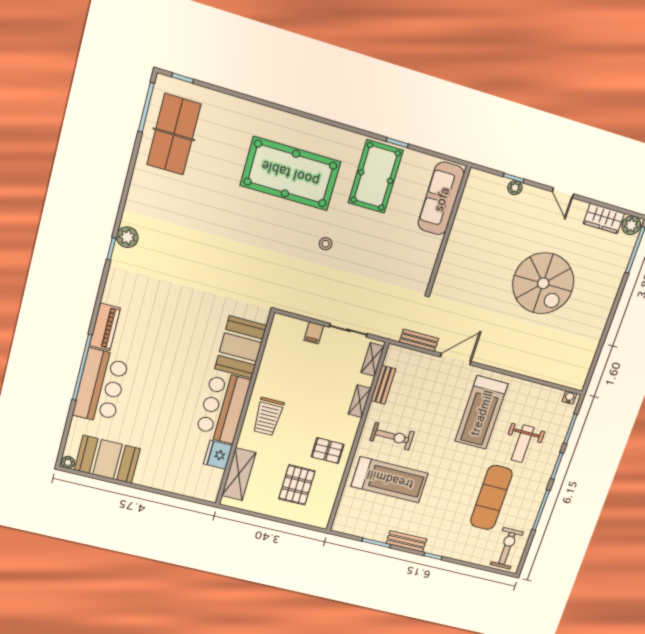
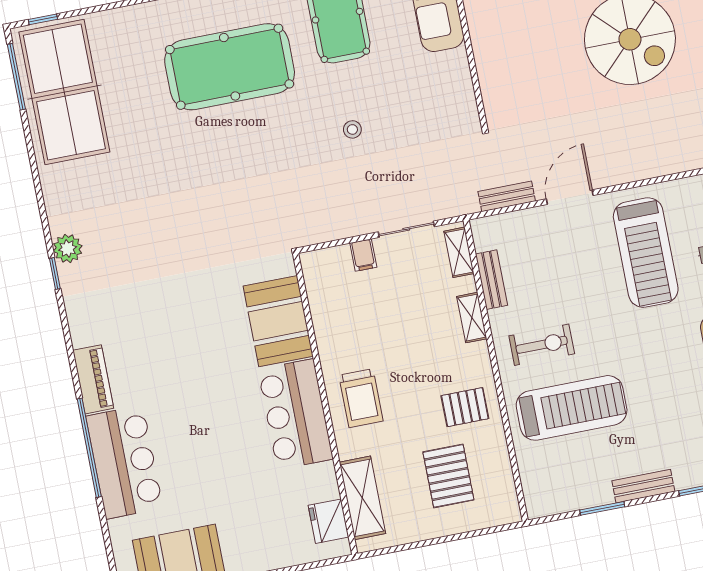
table tennis table: (174, 134) -> (64, 92), width x1.36, depth x1.32
stool: (326, 244) -> (352, 129), moved
fridge: (218, 455) -> (328, 521), moved

